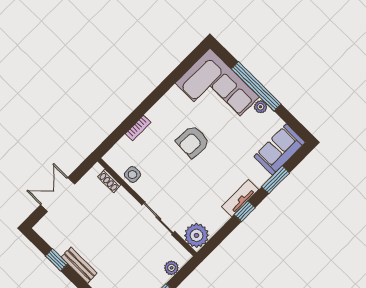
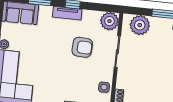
armchair: (193, 142) -> (82, 47), moved
plant: (171, 268) -> (140, 25), width x1.88, depth x1.88

